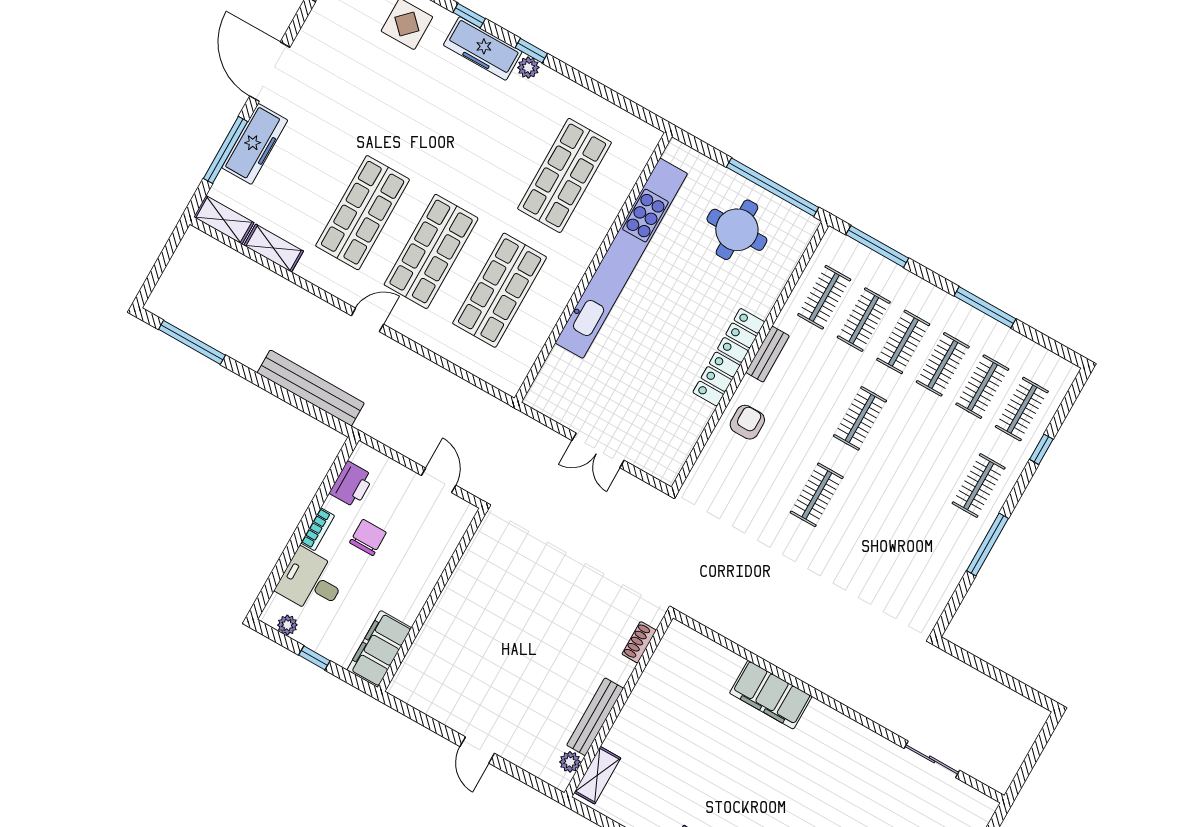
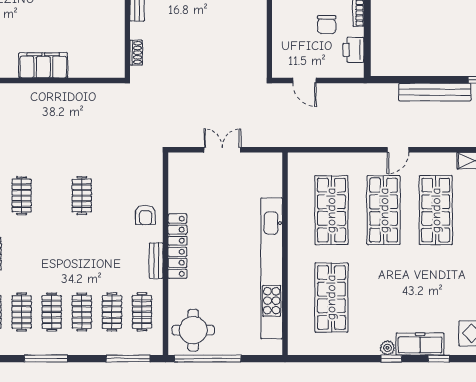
round table: (737, 230) -> (193, 330), moved
bench: (311, 388) -> (435, 92), moved
clothes rail: (860, 418) -> (22, 196), moved

